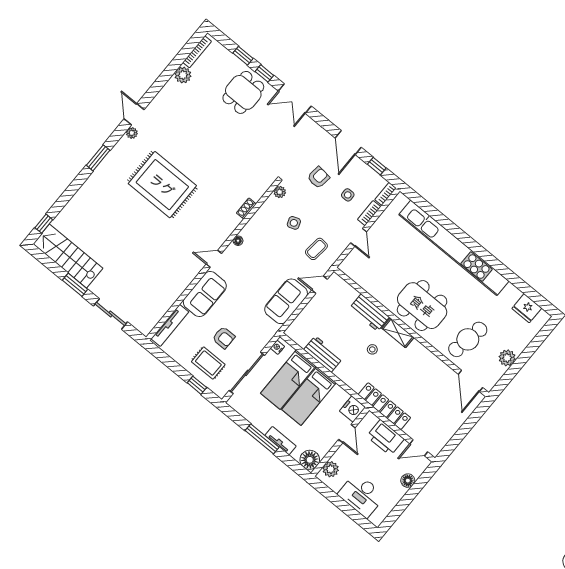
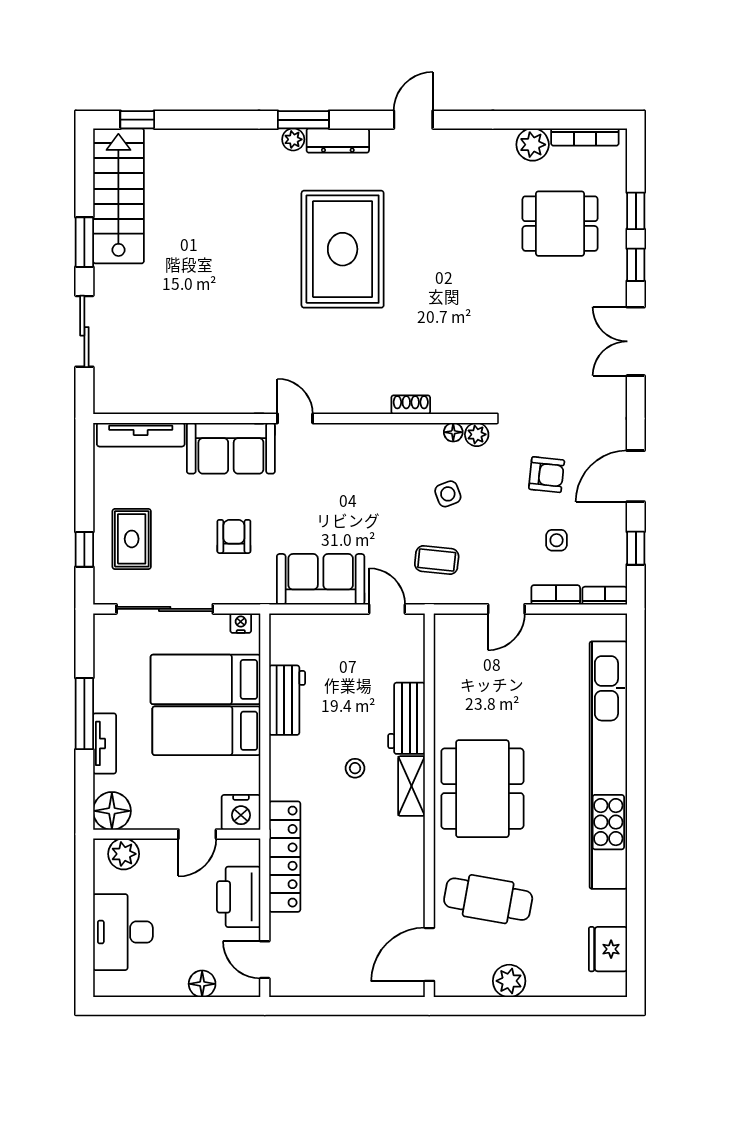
dining table: (243, 92) -> (560, 224), moved
plant: (132, 133) -> (293, 139), moved
dresser: (118, 151) -> (338, 141), added
floor lamp: (238, 241) -> (453, 432), moved
armchair: (224, 338) -> (234, 536), moved, turned 180

